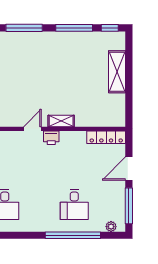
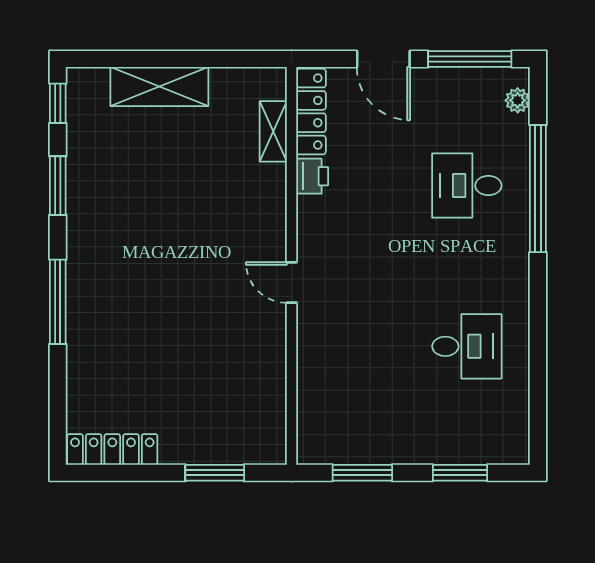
window: (74, 28) -> (58, 186), width x0.69
shelving: (61, 121) -> (273, 131), moved
printer: (51, 138) -> (312, 176), moved
desk: (74, 205) -> (467, 186), turned 180

